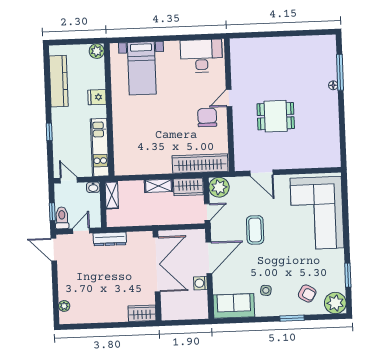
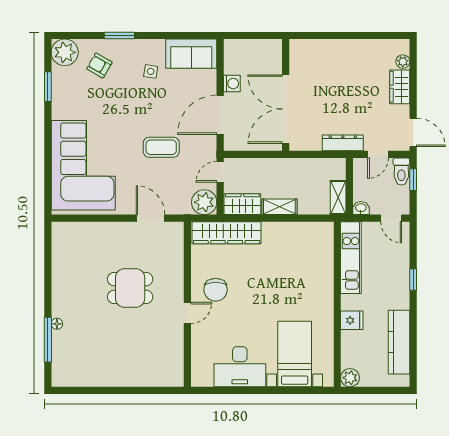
desk: (201, 56) -> (240, 367), moved
coffee table: (255, 230) -> (161, 147), turned 90
wardrobe: (142, 313) -> (400, 87), moved, turned 90

